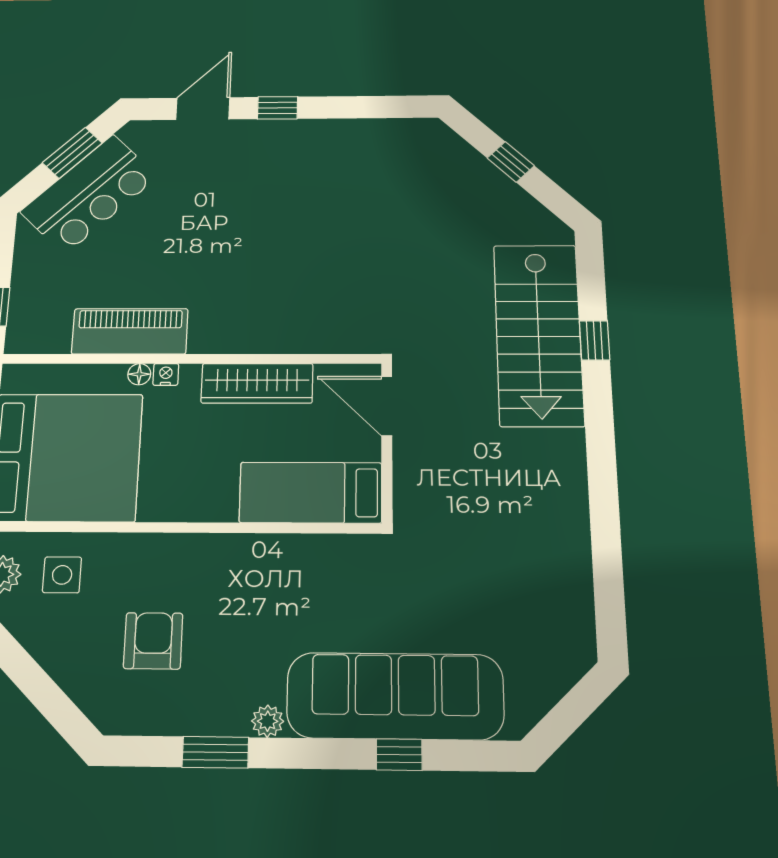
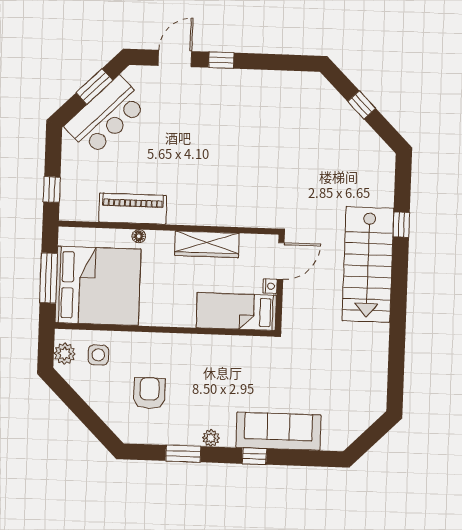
stairs: (538, 334) -> (368, 264), moved
nightstand: (166, 374) -> (270, 286), moved, turned 90
door: (387, 406) -> (281, 261), swing flipped
sofa: (395, 696) -> (278, 431), width x0.74, depth x0.79
window: (399, 755) -> (254, 456), moved

